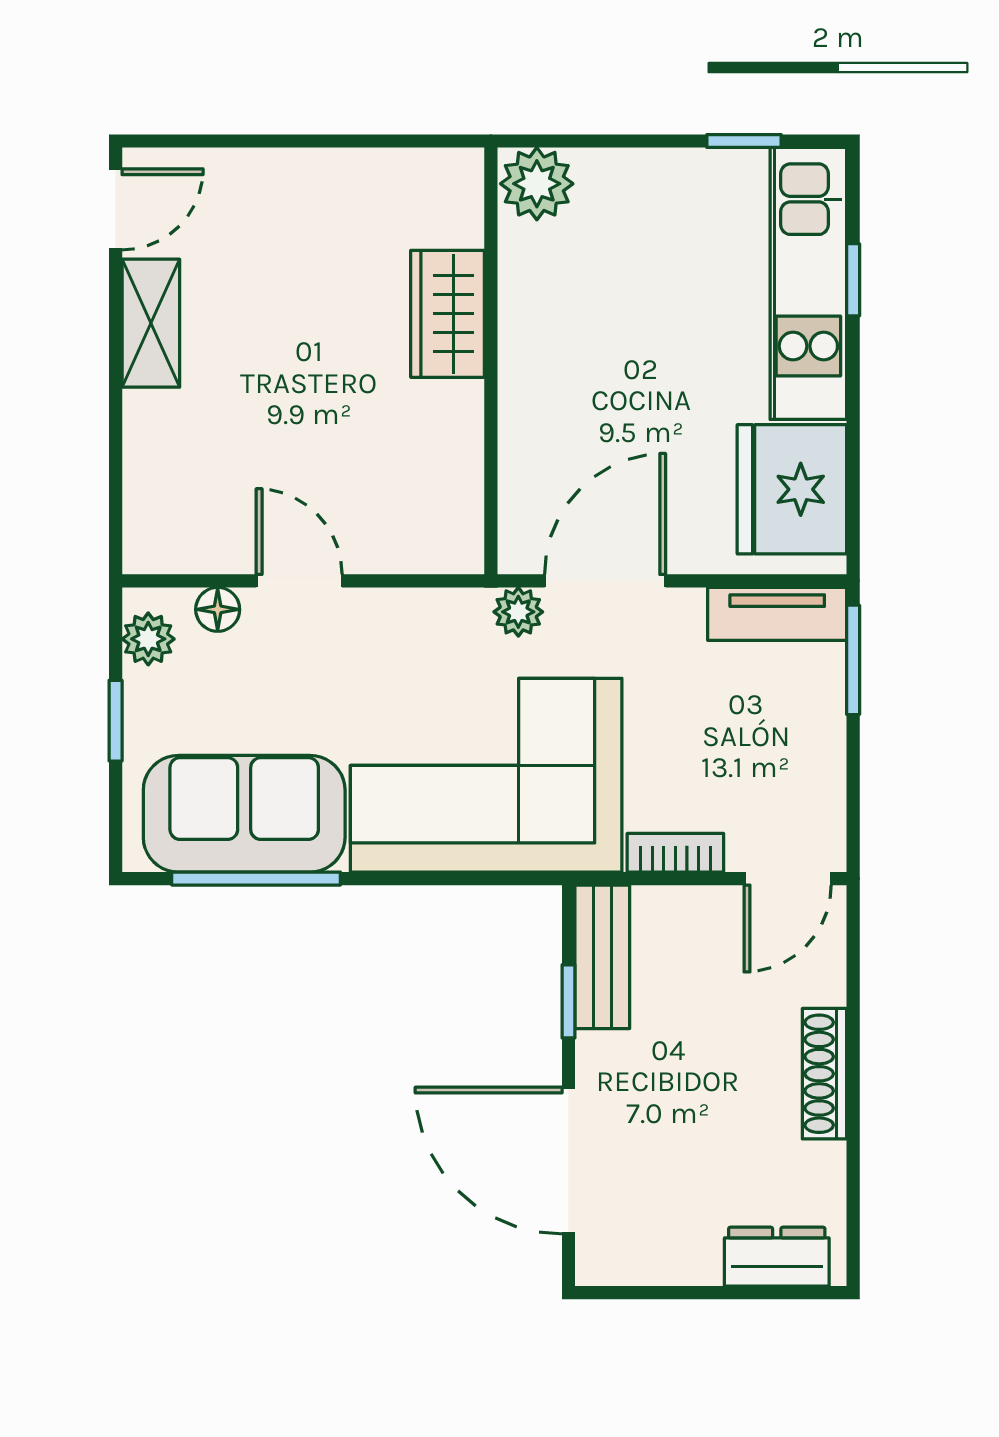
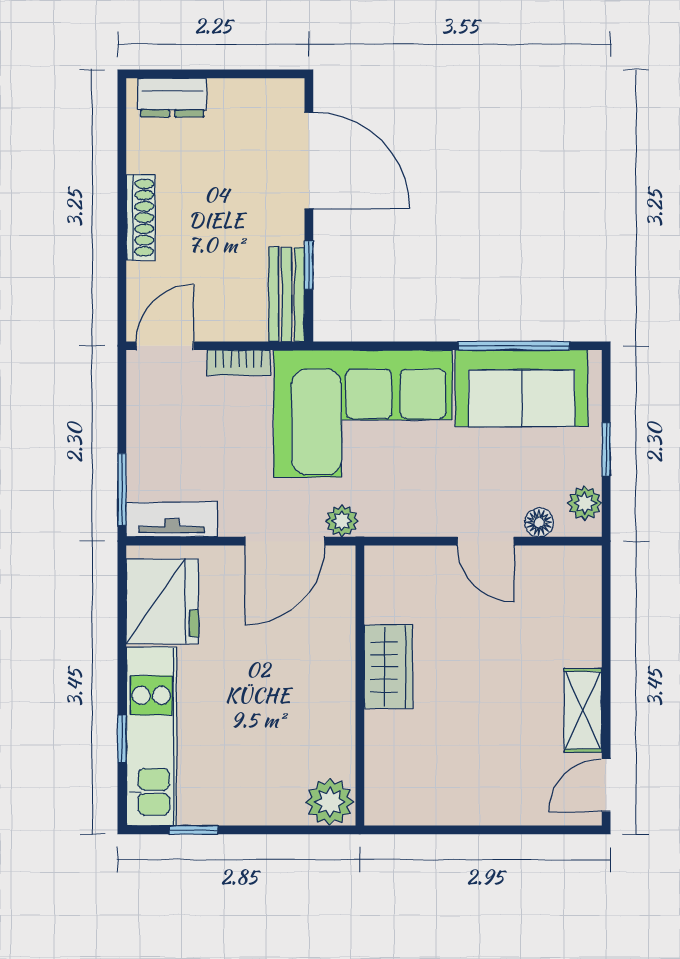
wardrobe: (448, 314) -> (388, 667), moved

